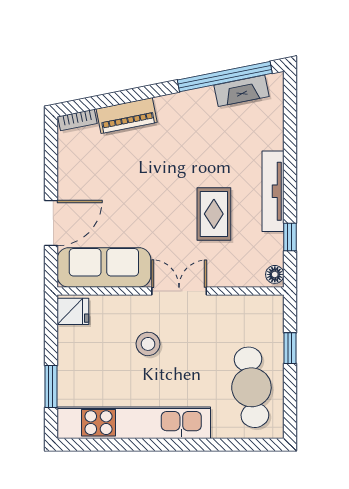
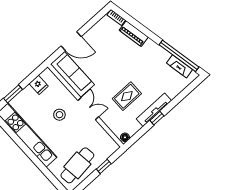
window: (290, 237) -> (157, 118), moved
fridge: (73, 311) -> (39, 85), moved

